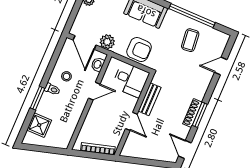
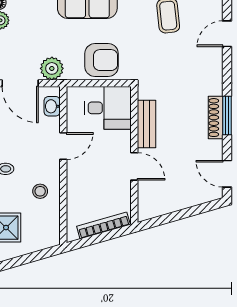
stool: (66, 76) -> (40, 191), moved

